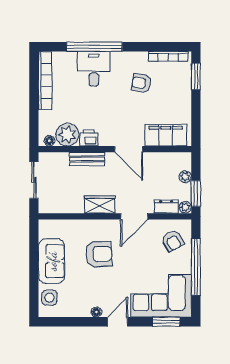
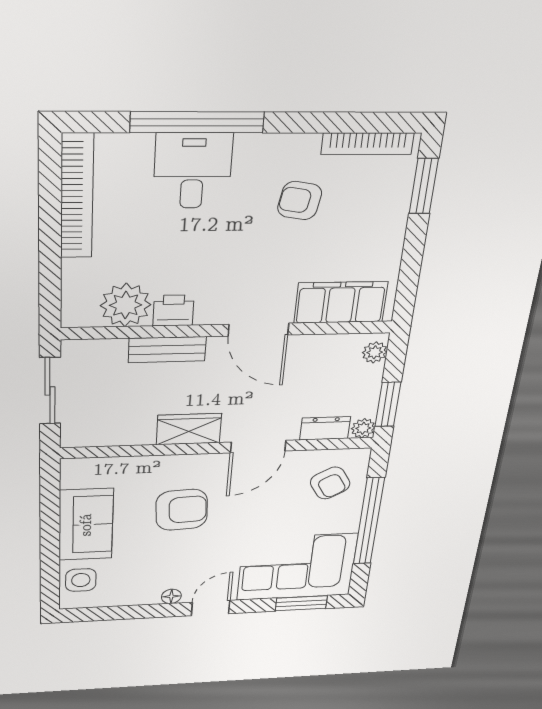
floor lamp: (49, 141) -> (85, 318), removed
plant: (185, 177) -> (375, 352), moved

